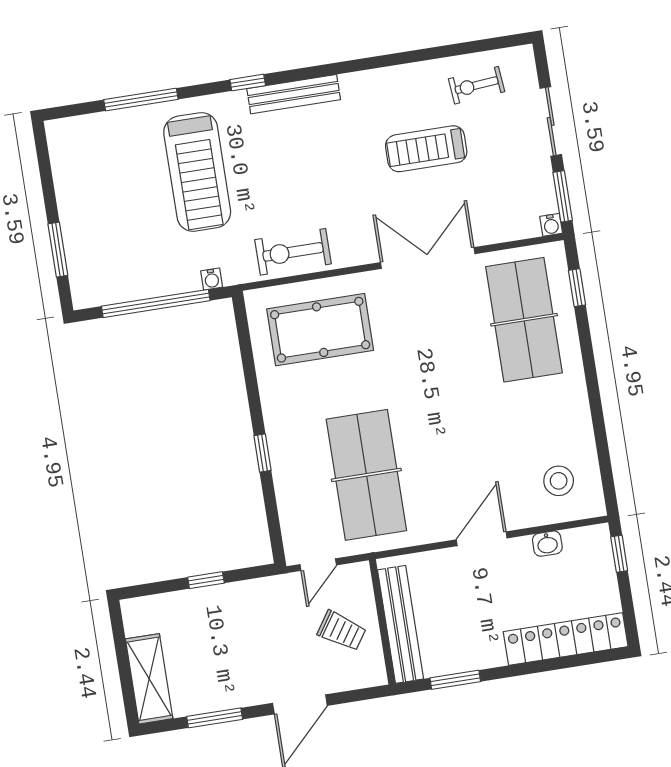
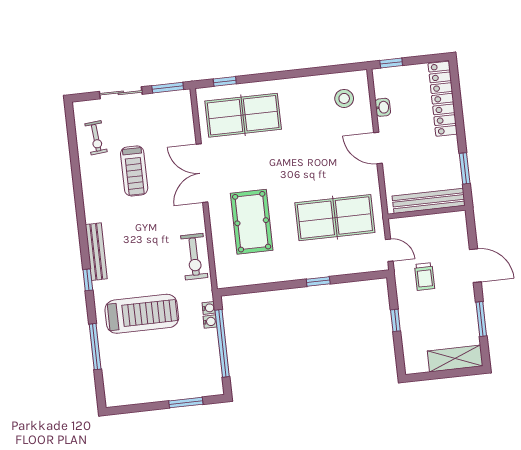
water cooler: (551, 225) -> (210, 322), moved
pool table: (320, 330) -> (252, 222), moved
trolley: (342, 631) -> (425, 277), moved, turned 146

